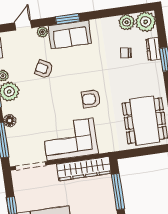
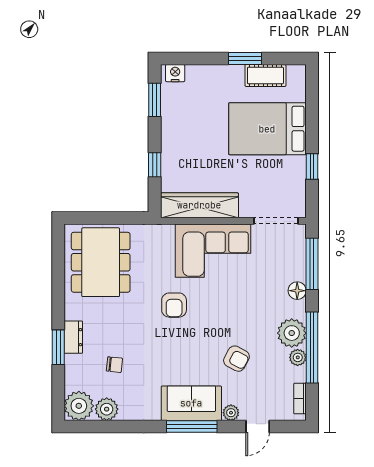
window: (67, 19) -> (192, 427), width x1.44
dresser: (153, 49) -> (73, 337), moved
armchair: (91, 99) -> (174, 305), turned 90
window: (118, 192) -> (155, 165), width x0.46

